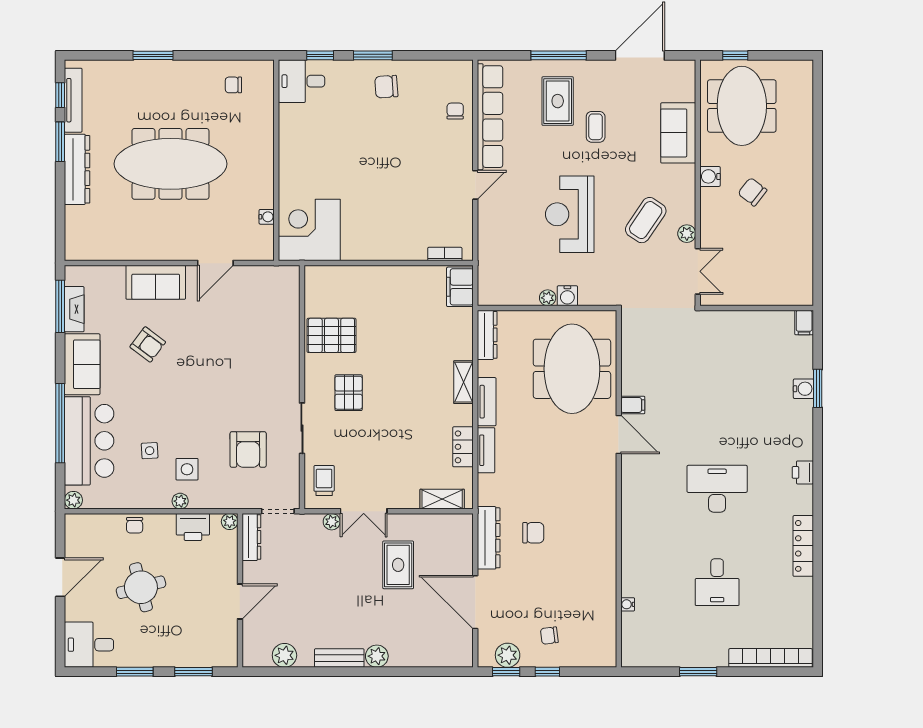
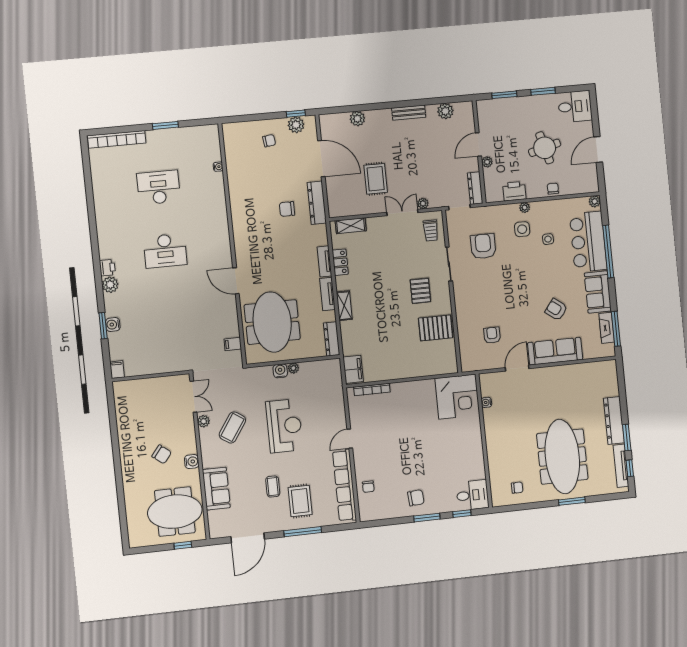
meeting table: (742, 106) -> (175, 512), turned 90
meeting table: (170, 164) -> (562, 457), moved, turned 90
bookcase: (445, 254) -> (372, 390), width x1.56
double door: (698, 271) -> (193, 397), swing flipped
sofa: (156, 282) -> (555, 351), width x1.36
armchair: (248, 316) -> (492, 335), added
filing cabinet: (633, 405) -> (233, 344), moved
plant: (801, 447) -> (110, 285), added
plant: (230, 522) -> (487, 162), moved
locker: (803, 546) -> (102, 218), removed
desk: (717, 582) -> (159, 187), width x1.37
plant: (377, 656) -> (357, 119), moved
window: (547, 672) -> (268, 116), removed

